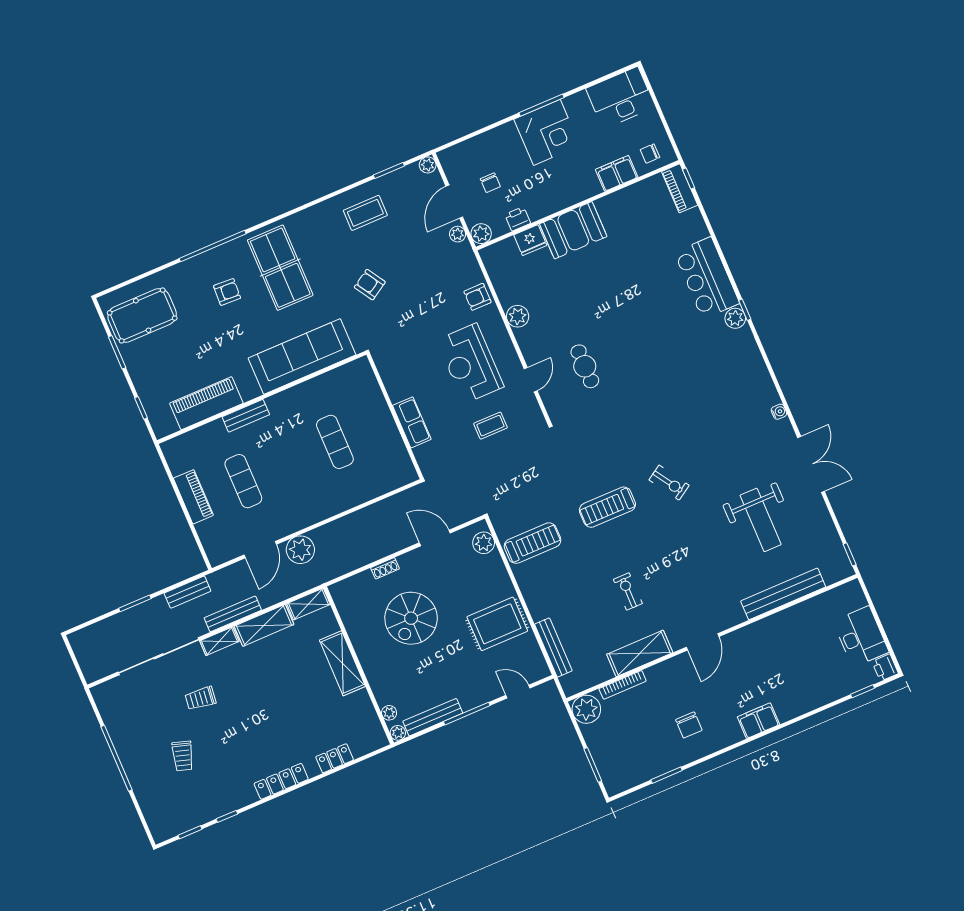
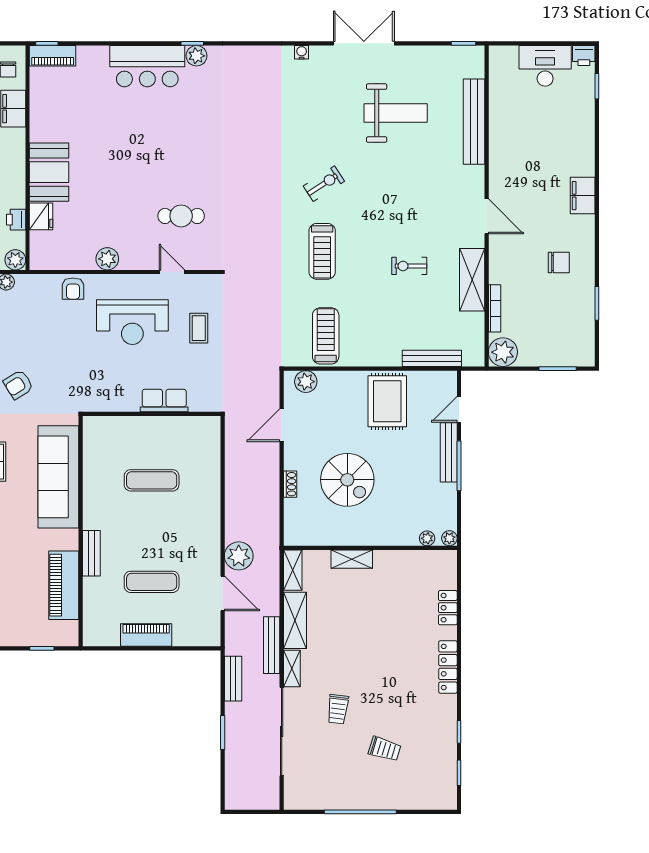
shelving: (342, 663) -> (352, 559), width x0.67, depth x0.75
bench: (433, 717) -> (449, 452), moved

